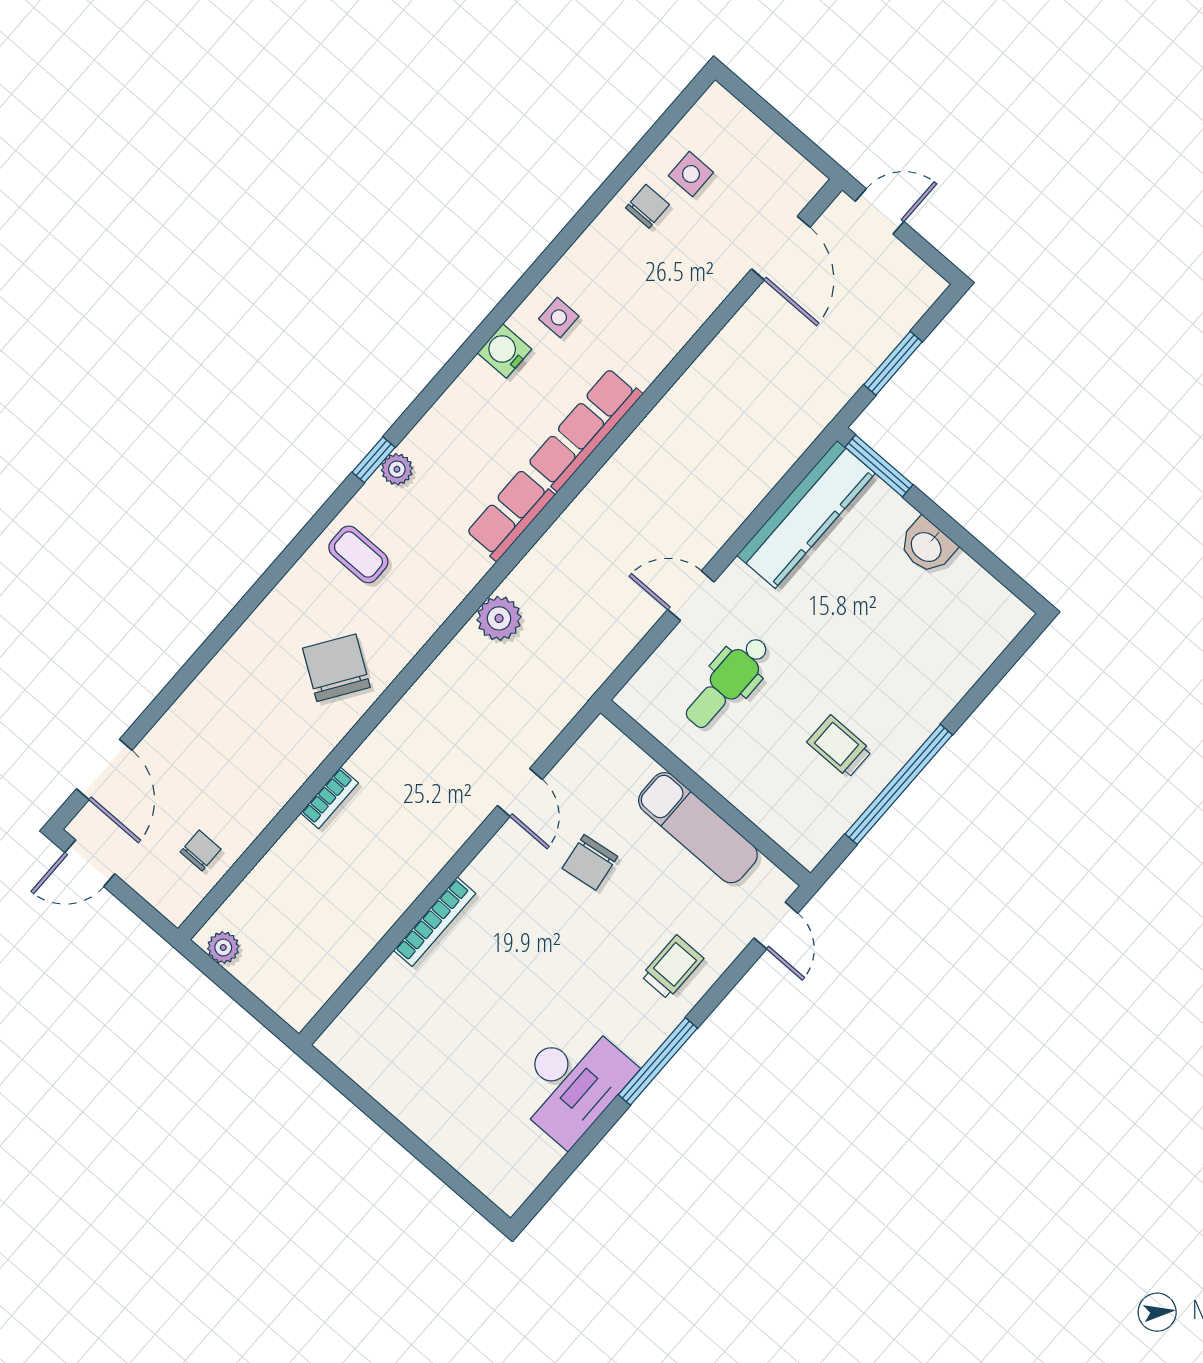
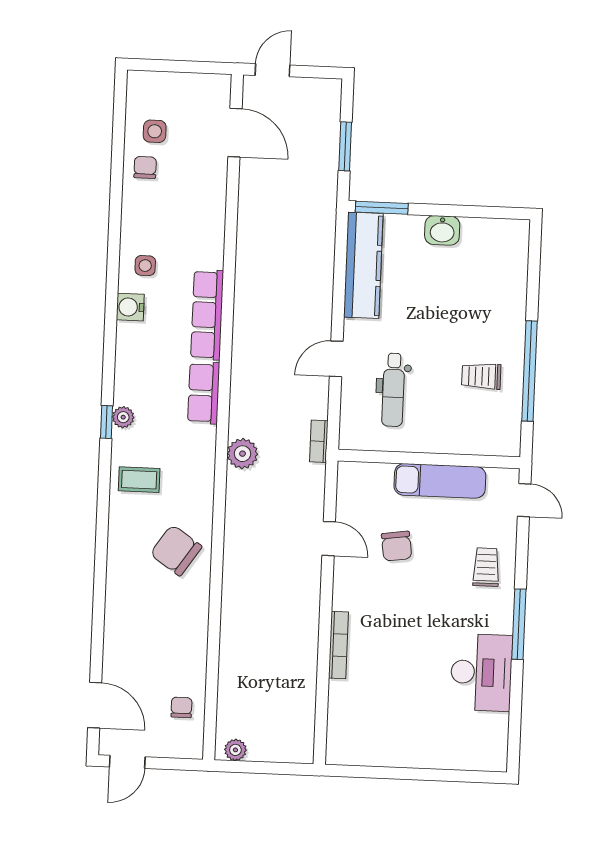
bookcase: (329, 798) -> (319, 441), moved, turned 180

